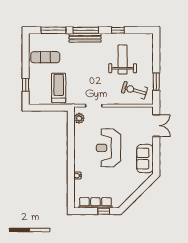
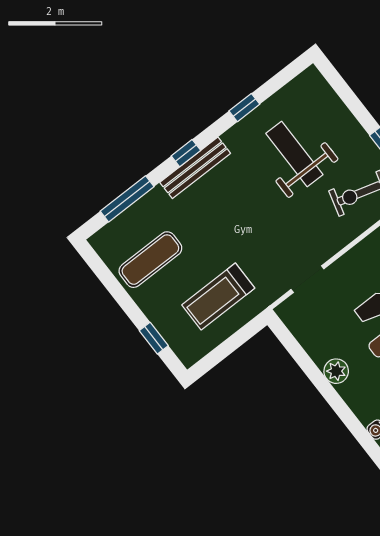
window: (86, 30) -> (186, 153), width x0.46
treadmill: (59, 88) -> (218, 297), turned -90
plant: (79, 118) -> (336, 371), moved

